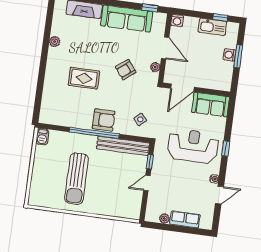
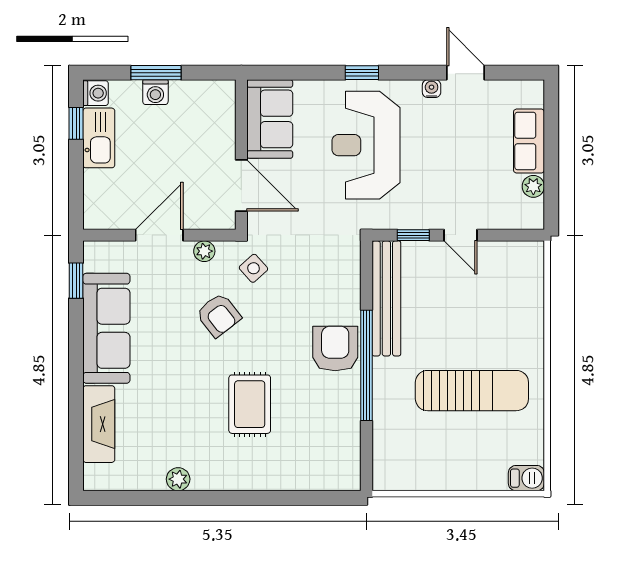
washing machine: (177, 20) -> (96, 93), moved
side table: (140, 119) -> (253, 268), moved
barbecue: (42, 137) -> (526, 478), moved

